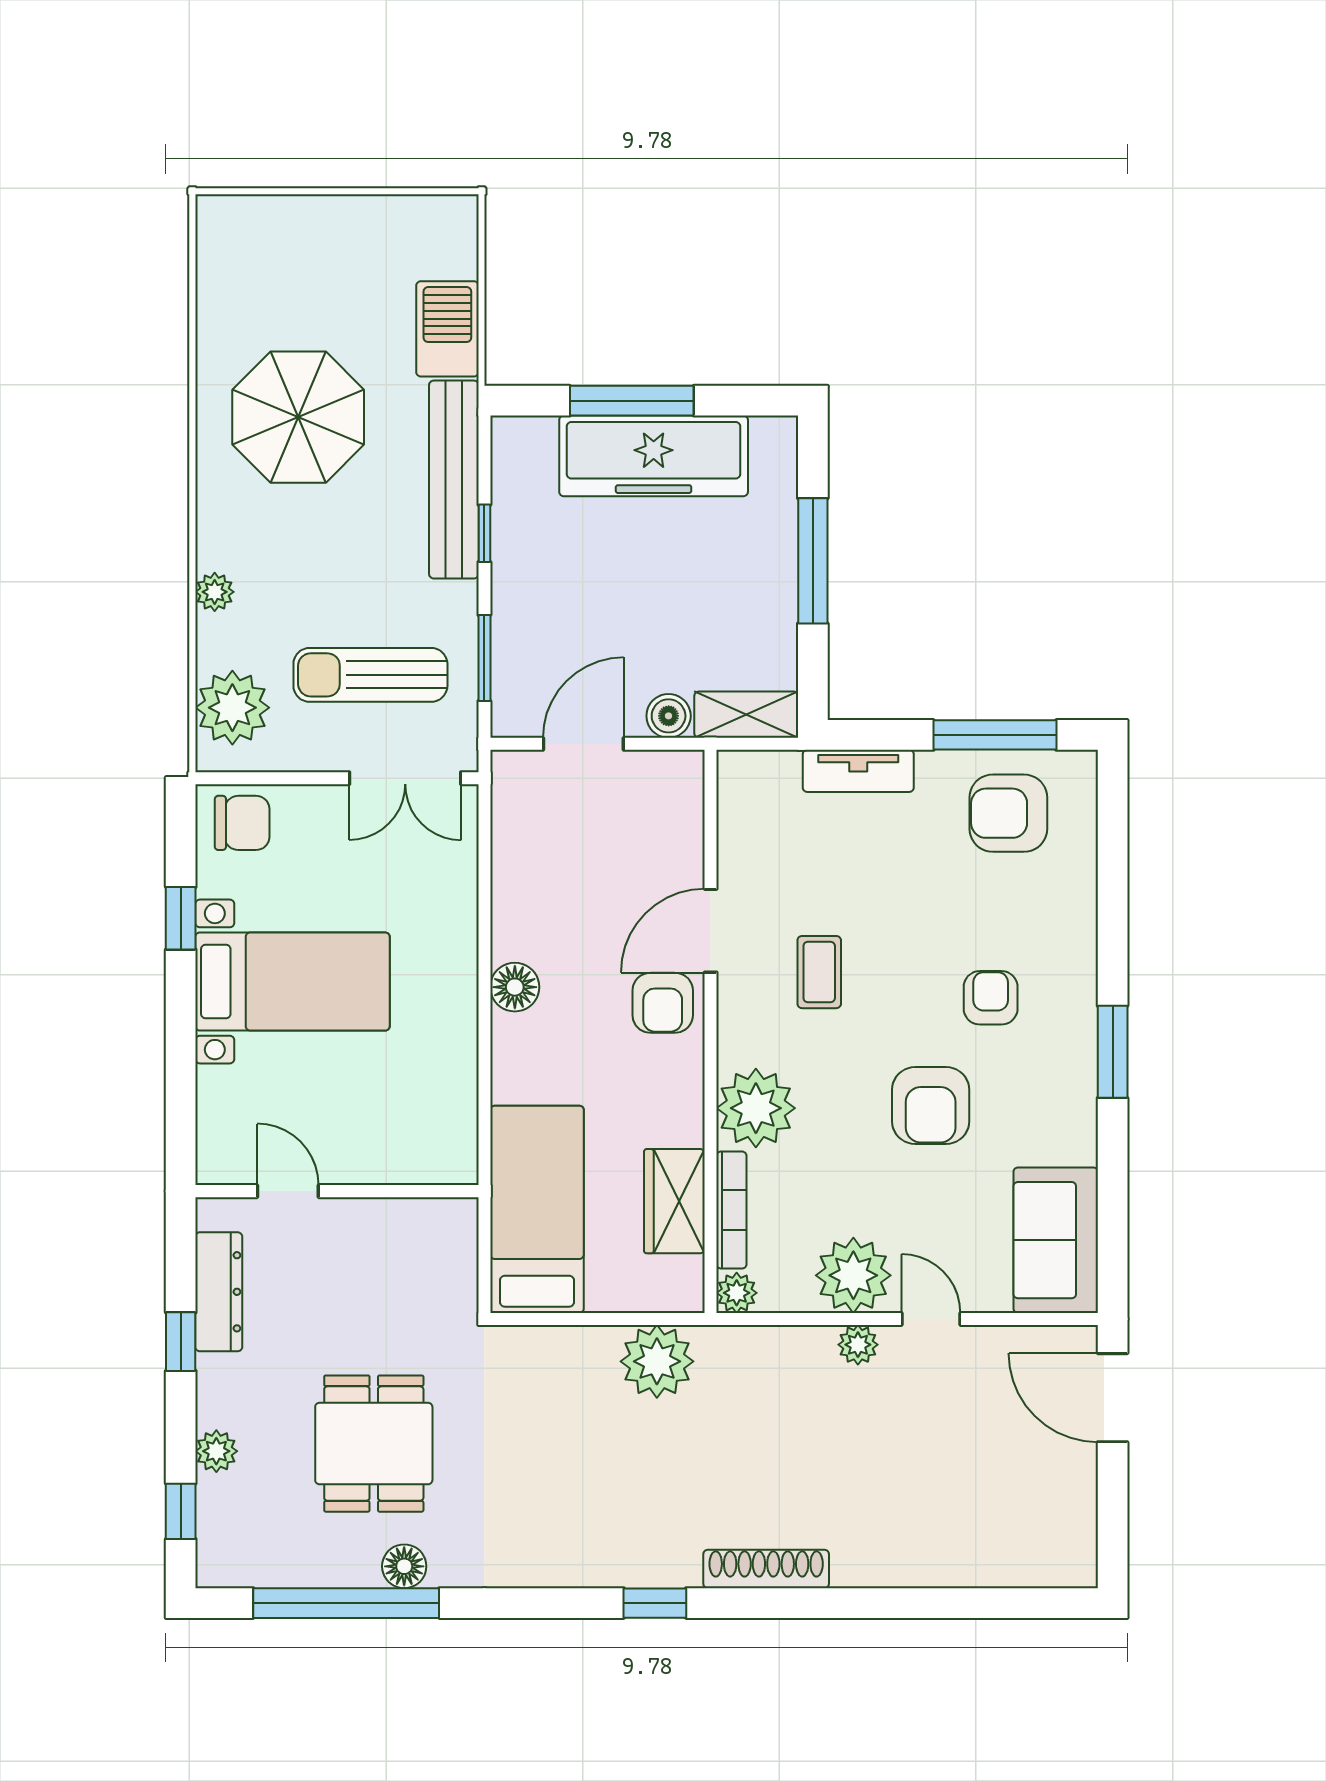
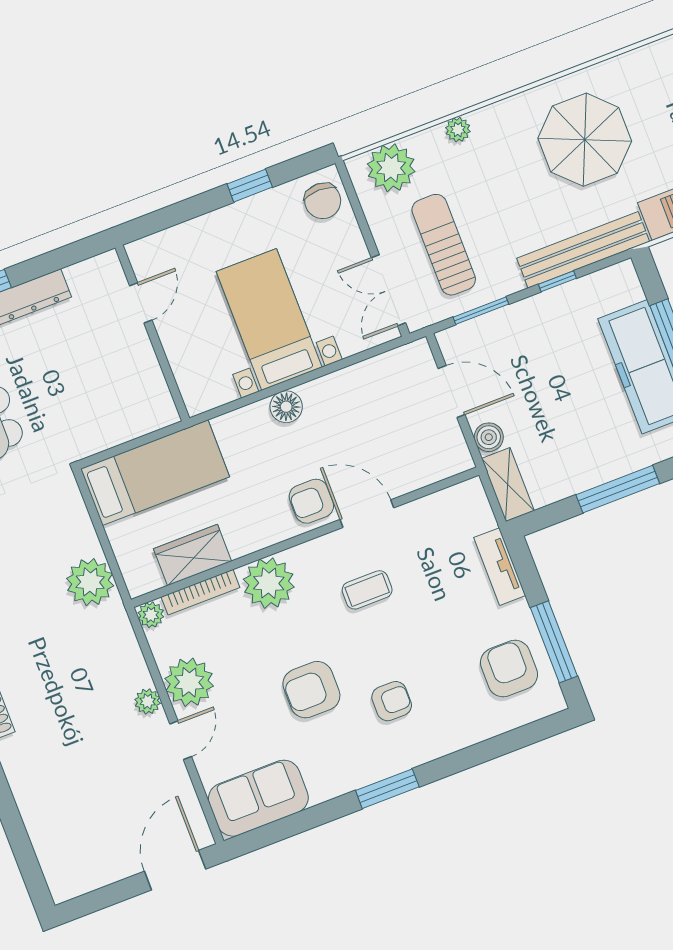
bed with nightstands: (292, 982) -> (269, 319), moved, turned 180
door: (288, 1191) -> (141, 303), moved
wall: (337, 1191) -> (152, 333), moved

